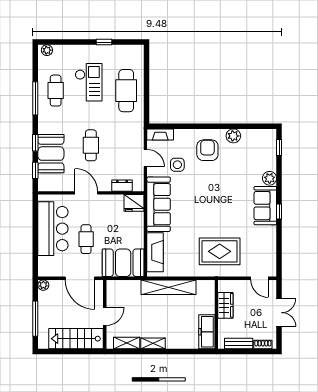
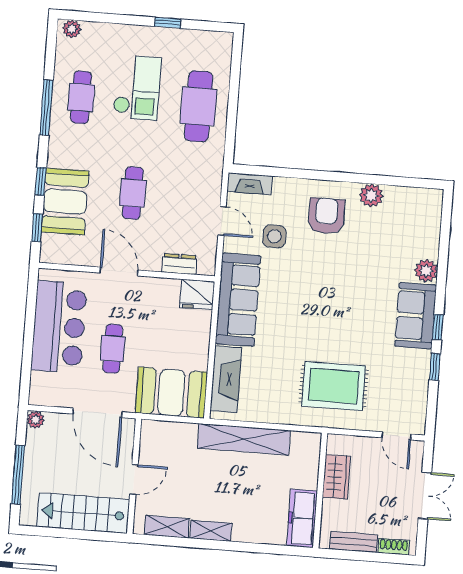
window: (279, 147) -> (435, 367), moved

